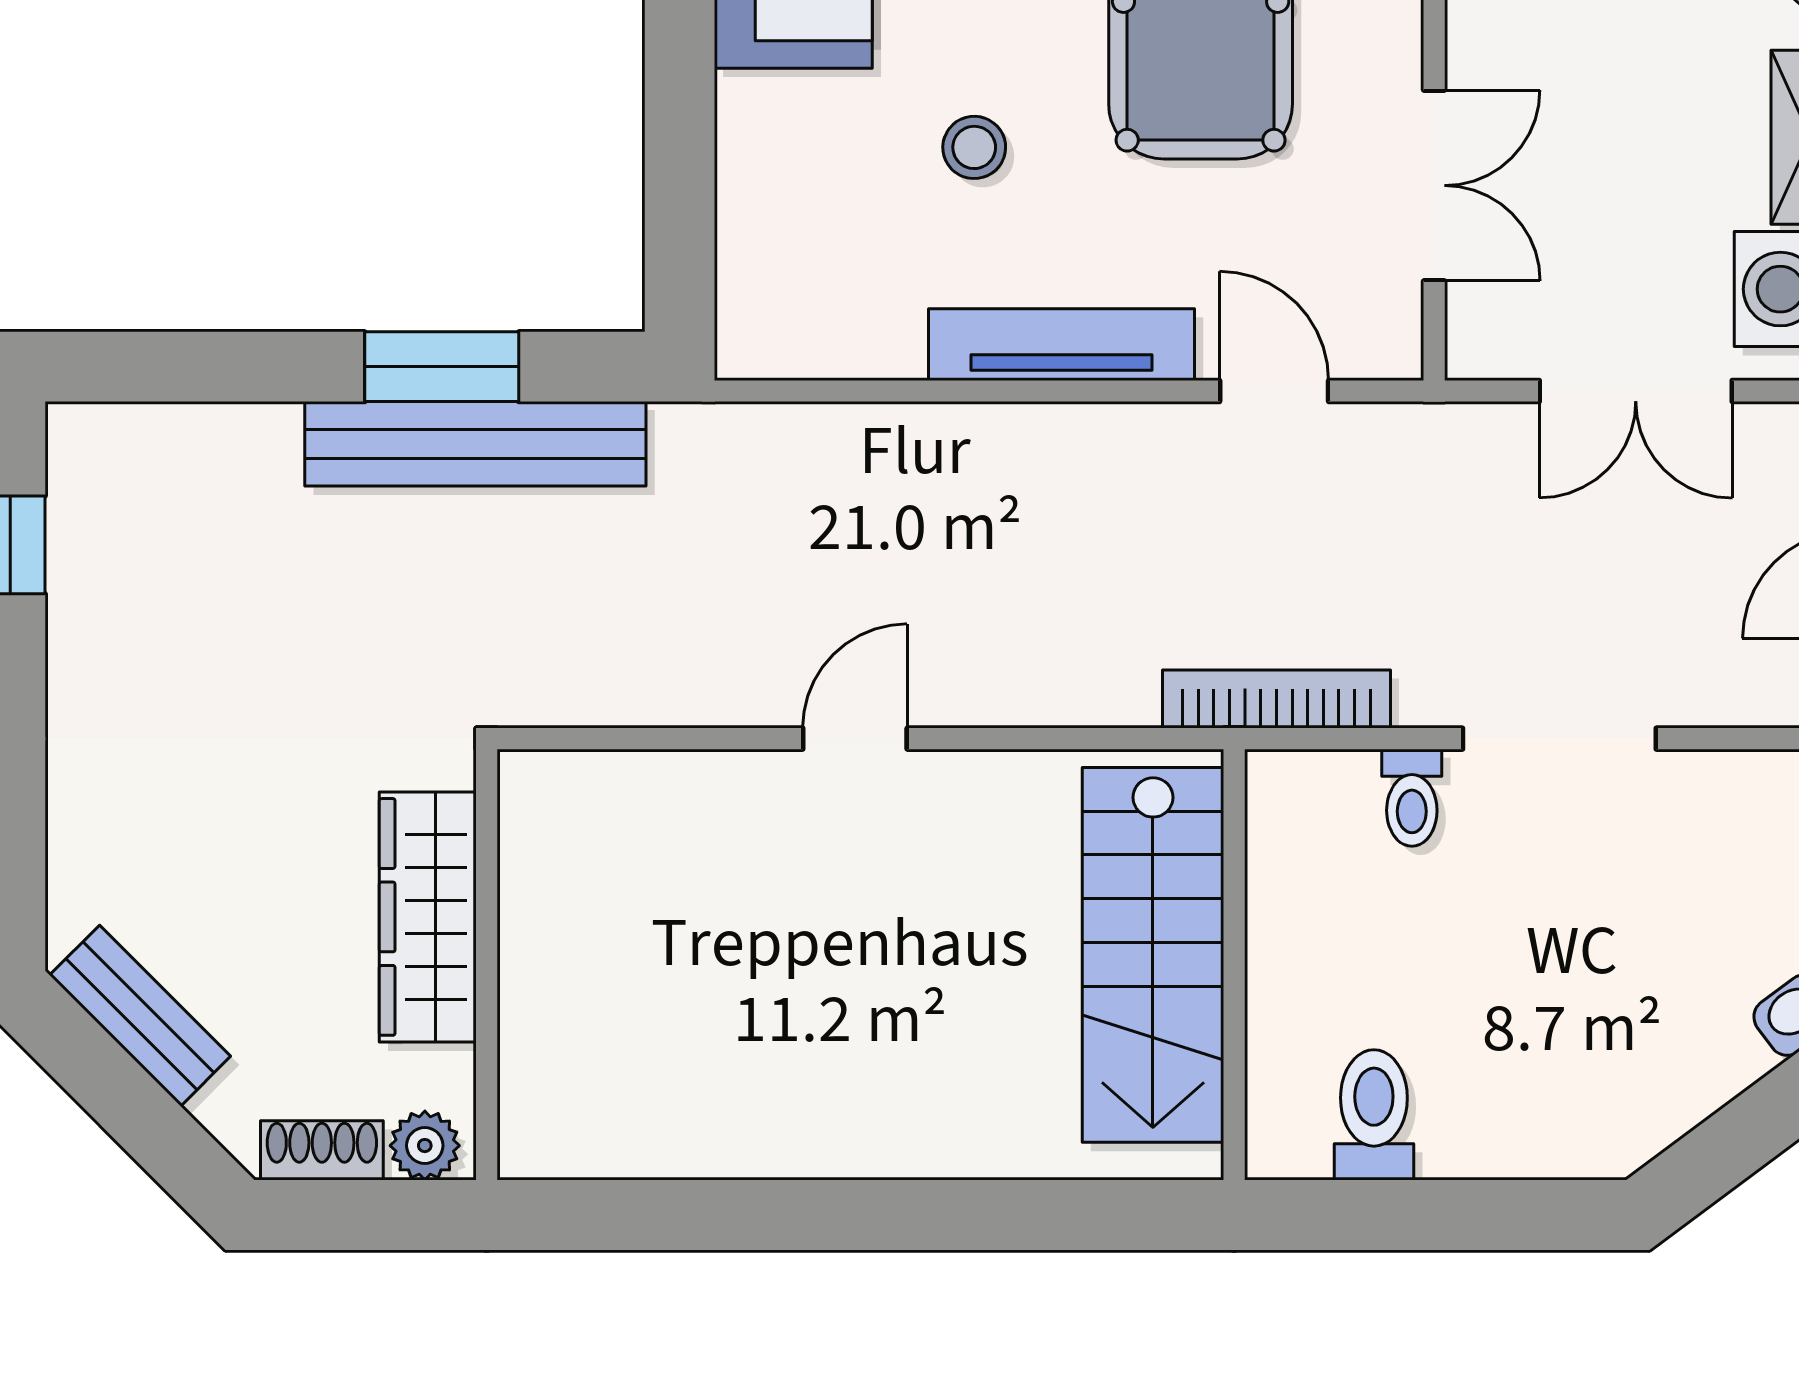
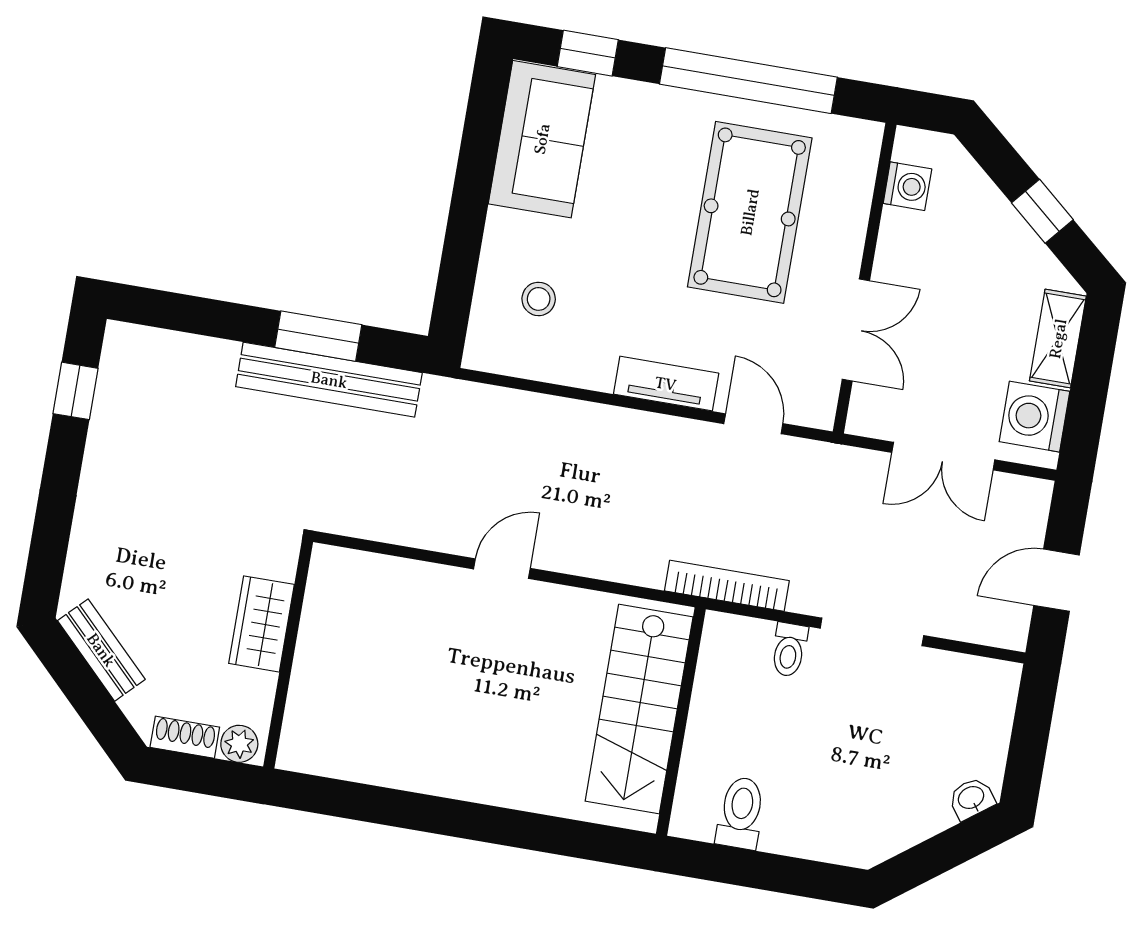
stool: (974, 147) -> (539, 299), moved
tv unit: (1062, 345) -> (666, 384), width x0.71
wardrobe: (428, 917) -> (261, 624), width x0.67

